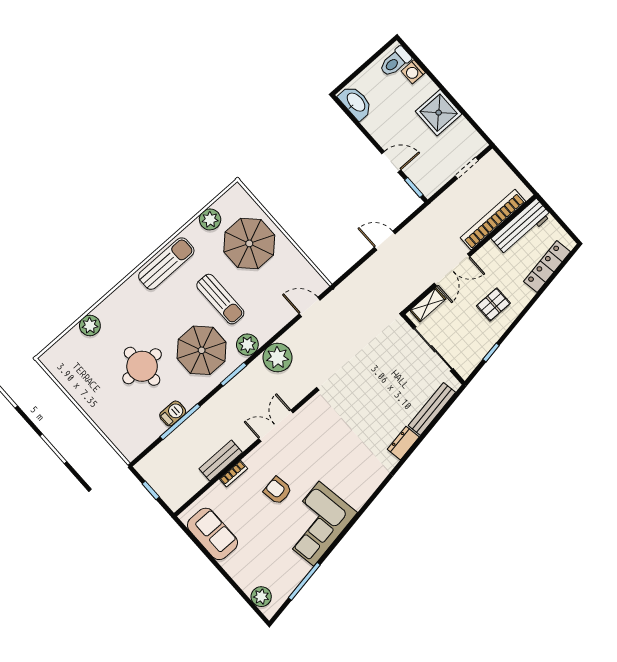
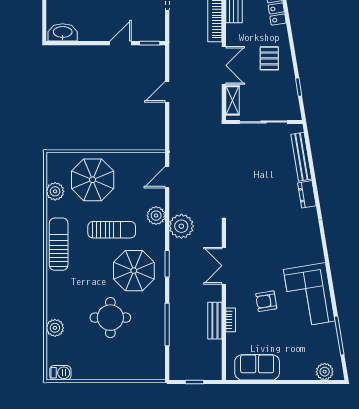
plant: (247, 345) -> (156, 216), moved
barbecue: (173, 413) -> (60, 373), moved, turned 90

